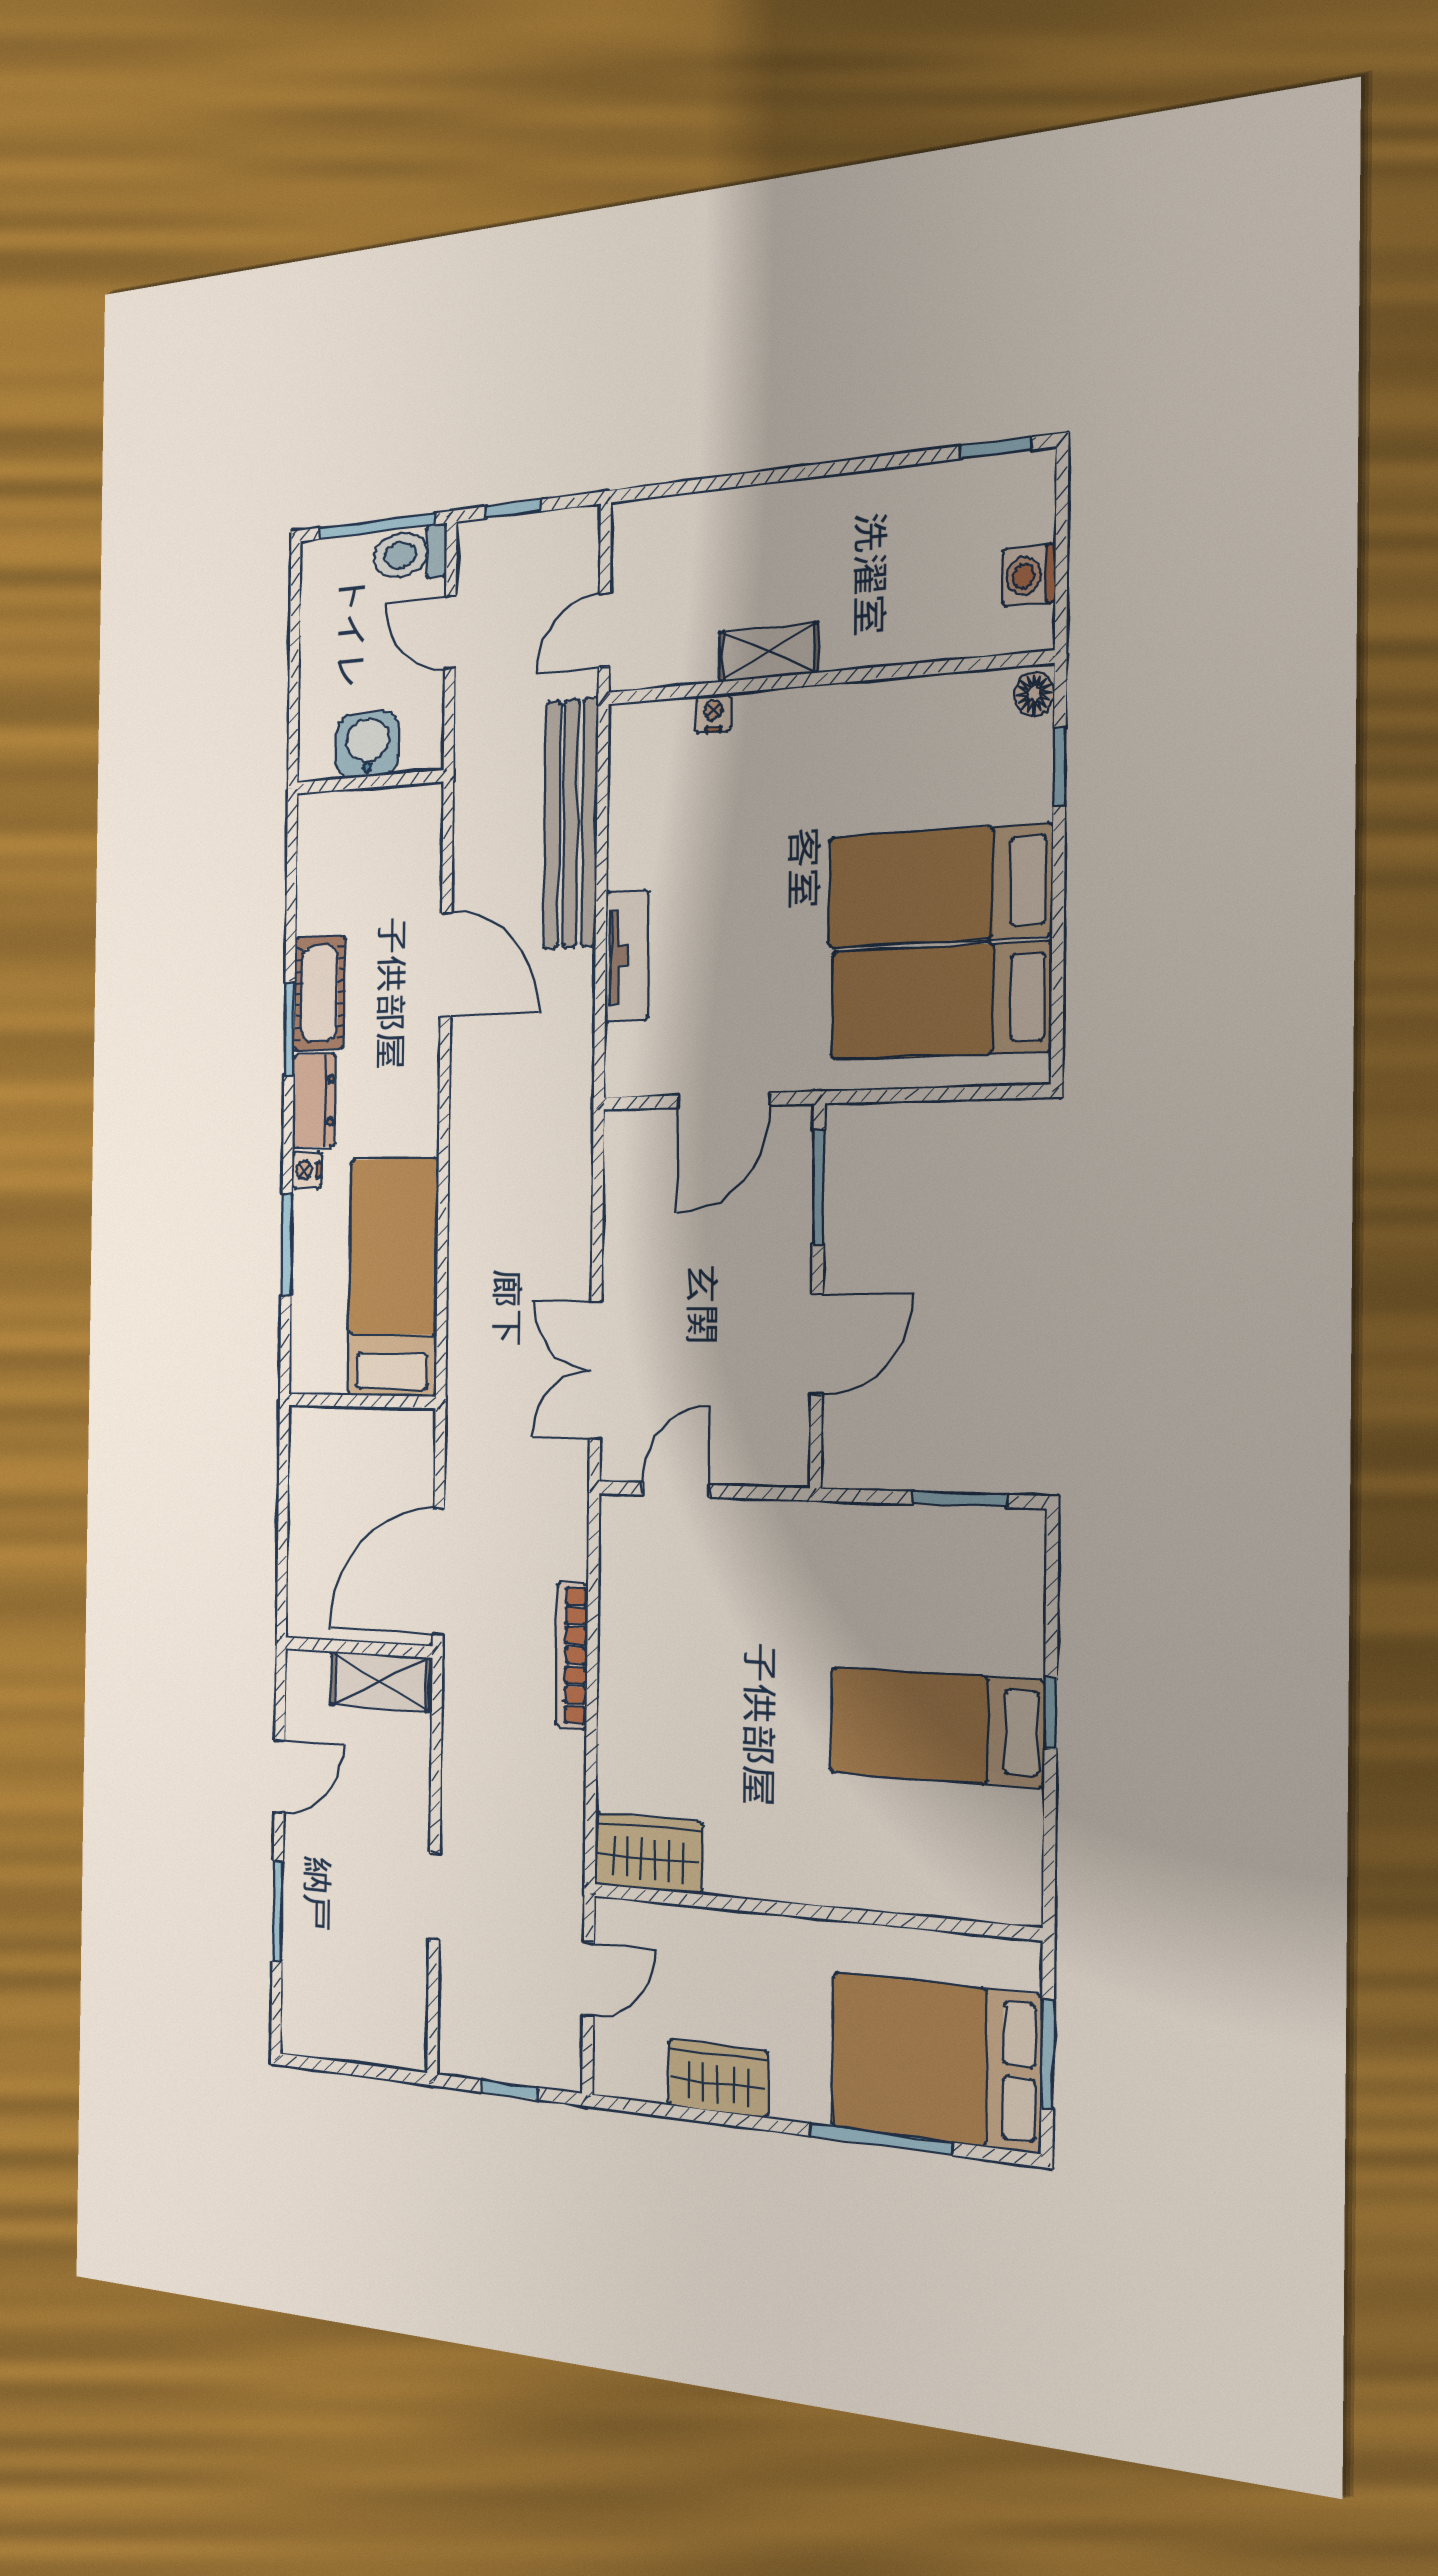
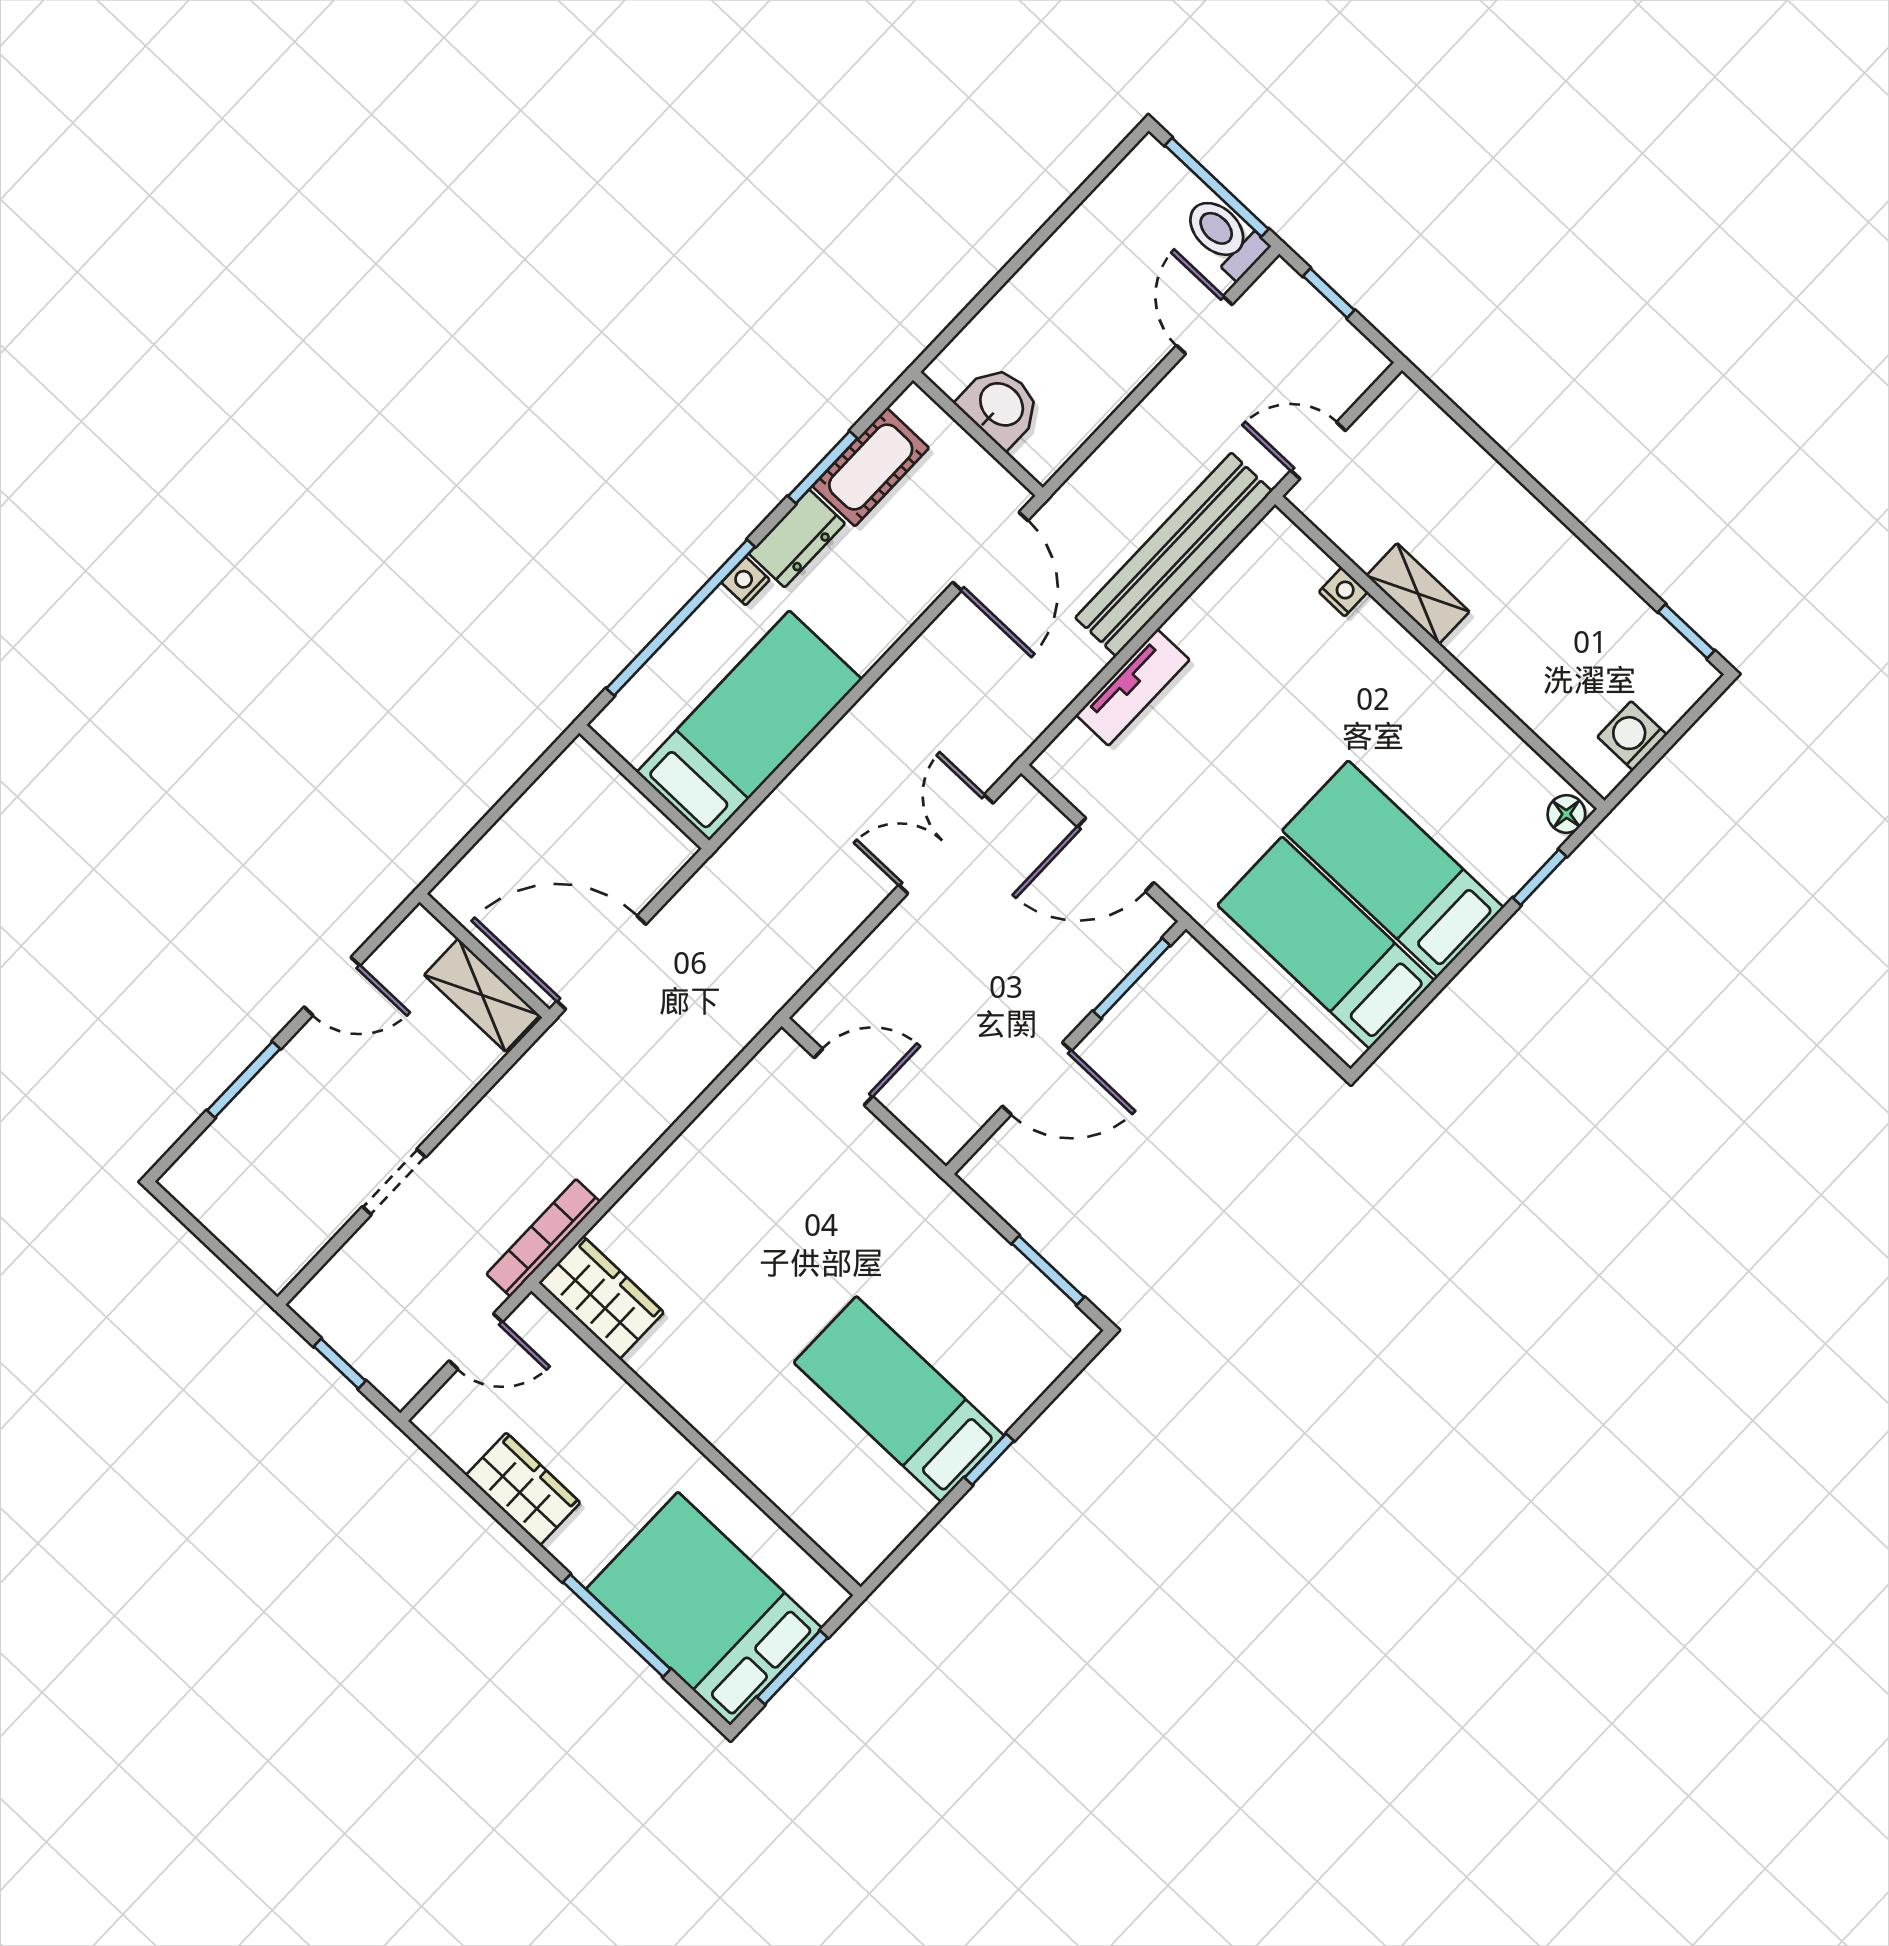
washbasin: (367, 745) -> (1000, 406), moved
wall: (370, 782) -> (978, 434), moved
window: (287, 1245) -> (681, 618), width x2.11
double door: (596, 1370) -> (946, 844), moved
bookcase: (572, 1655) -> (543, 1238), moved

